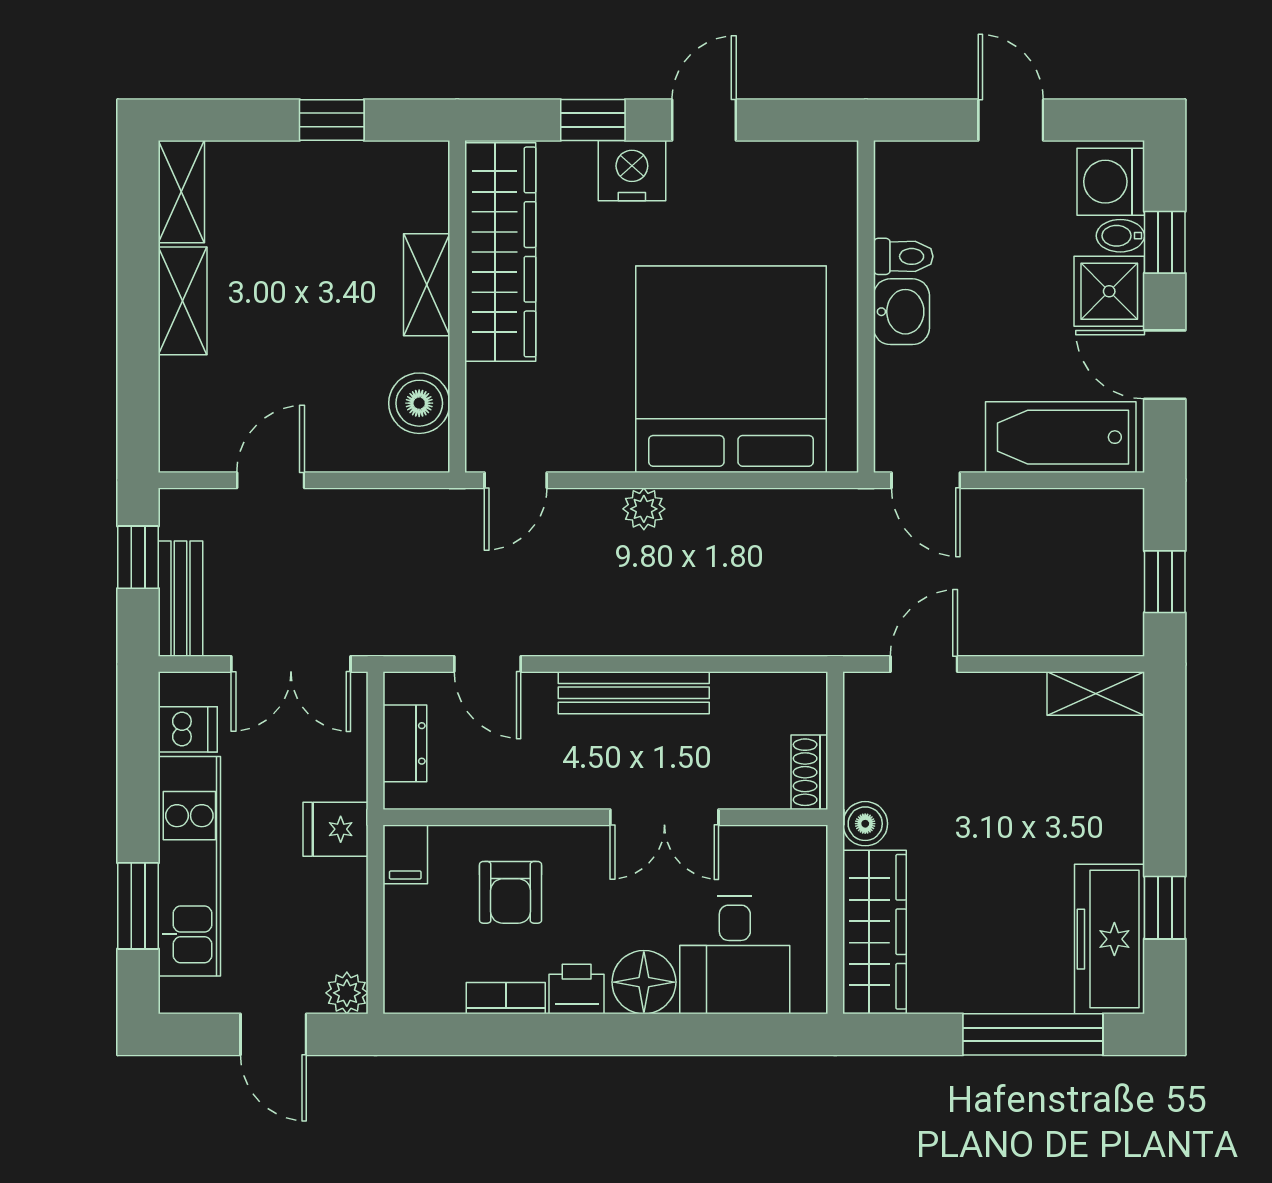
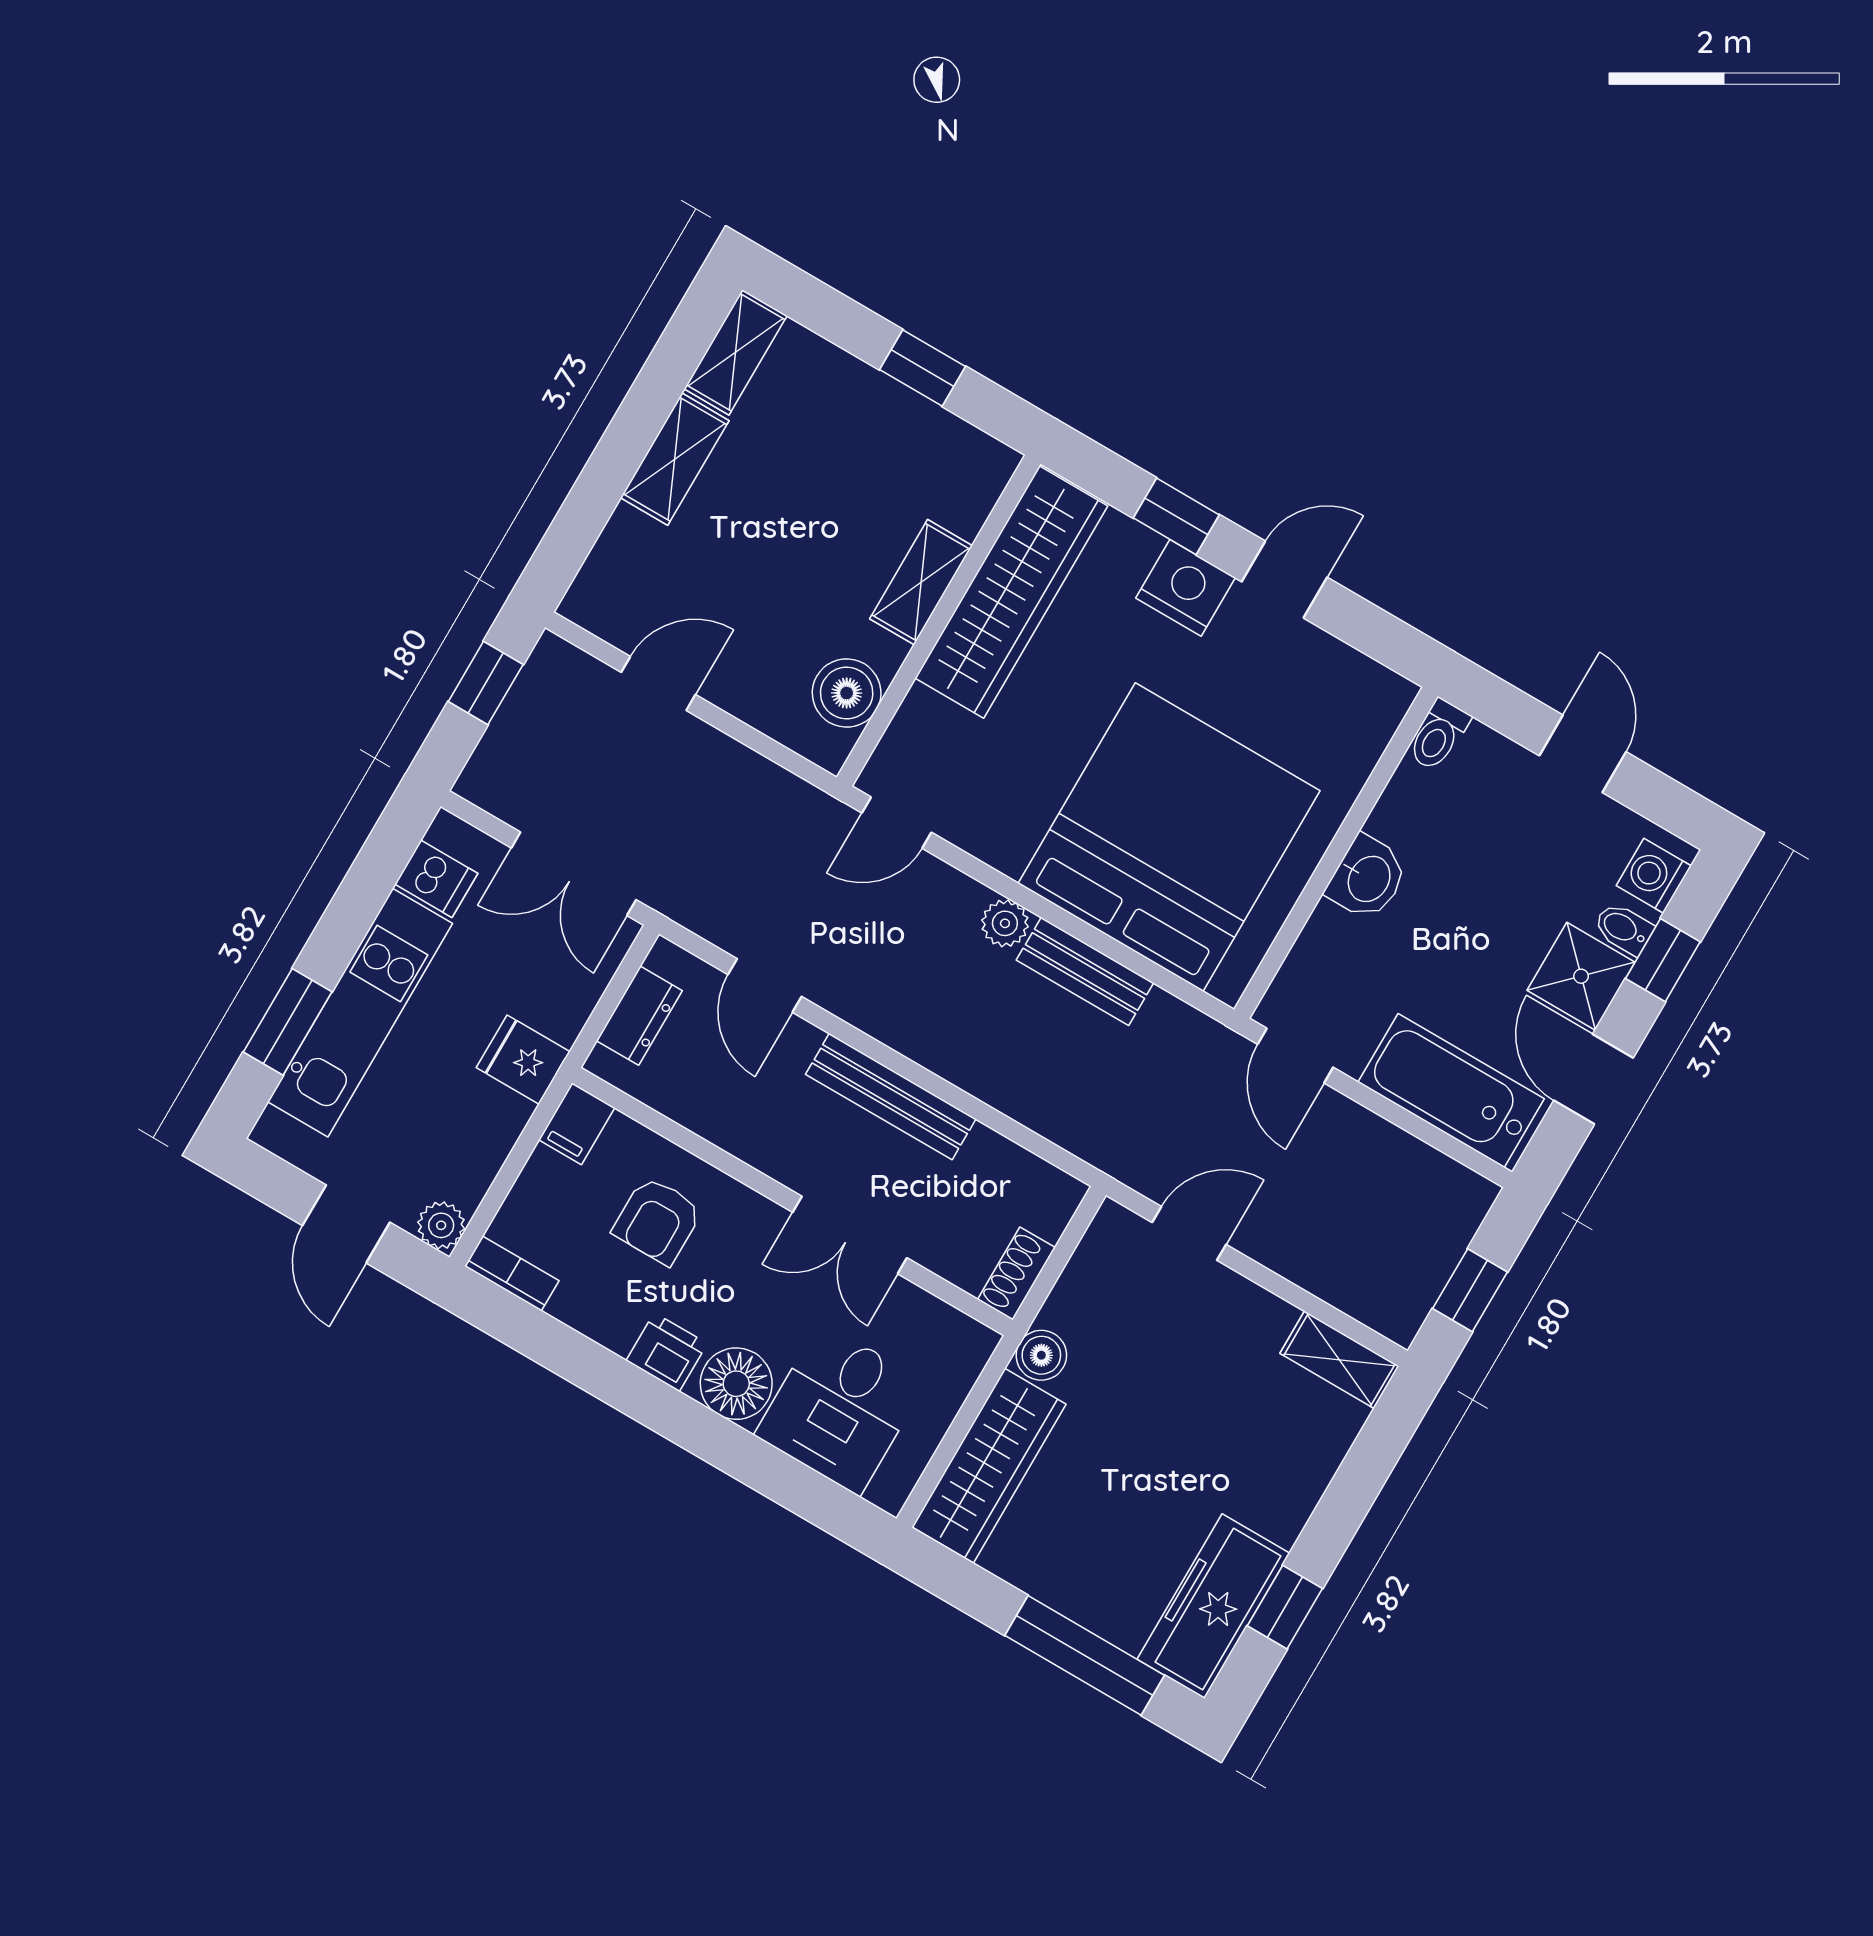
washing machine: (1111, 182) -> (1654, 876), width x0.73, depth x0.73
toilet: (903, 256) -> (1439, 735), moved, turned 90
bench: (180, 599) -> (1085, 971), moved, turned 90
bookcase: (506, 998) -> (512, 1273), moved

